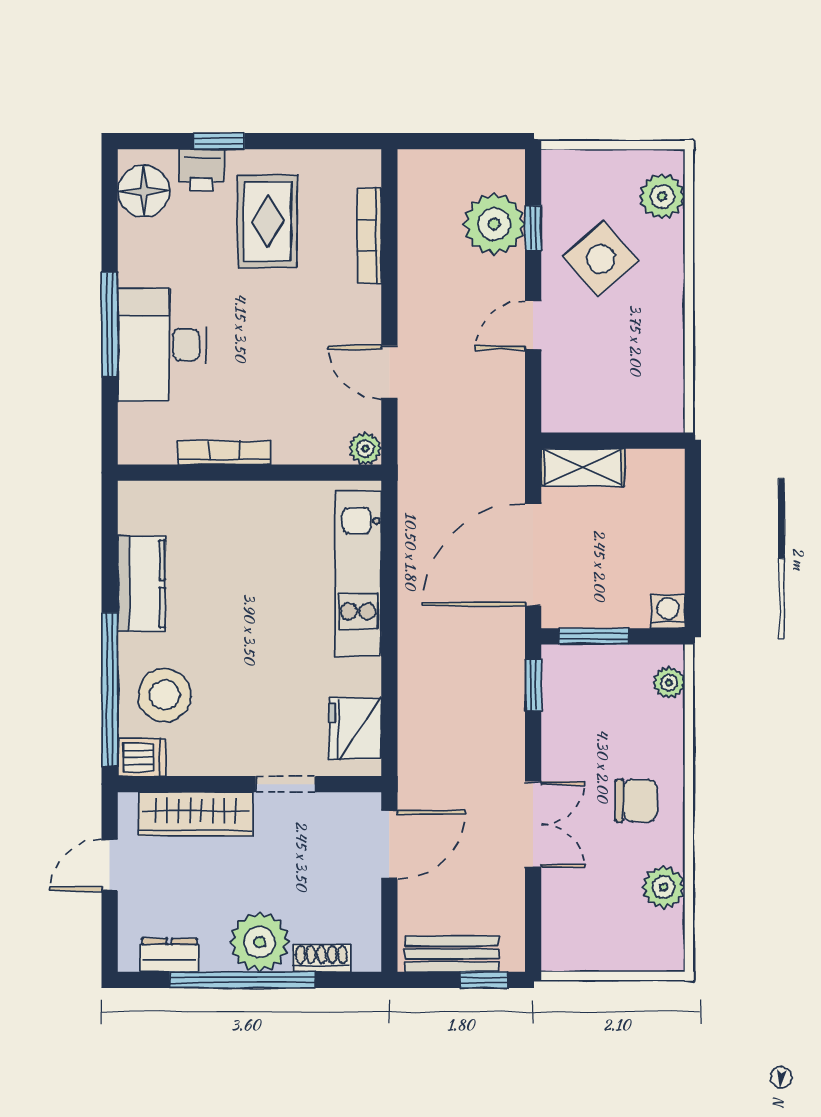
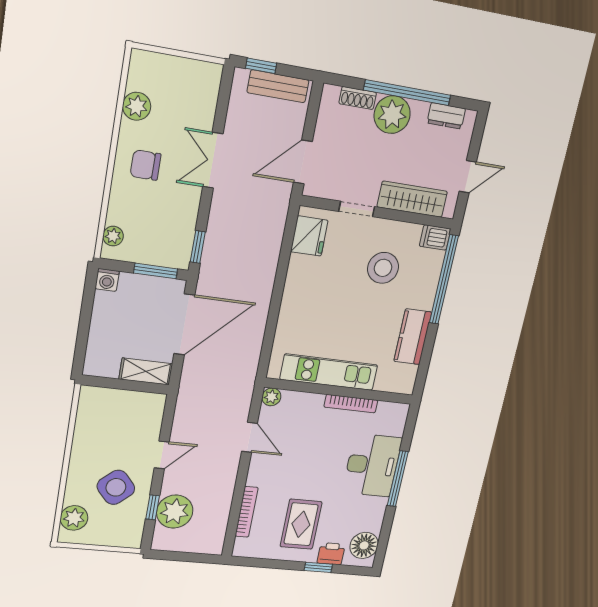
kitchen unit: (358, 573) -> (329, 372), moved, turned -90
stool: (164, 695) -> (383, 268), moved

